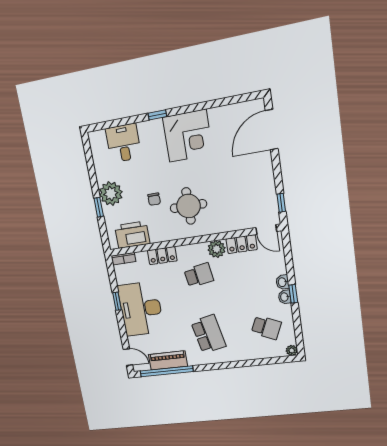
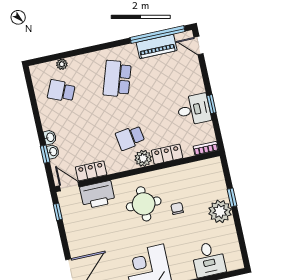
printer: (132, 235) -> (97, 195), moved
plant: (217, 249) -> (143, 158), moved
window: (293, 294) -> (45, 154), moved
washbasin: (285, 297) -> (53, 152), moved
desk: (141, 309) -> (194, 110), width x0.53, depth x0.77
school desk: (208, 334) -> (117, 79), turned 30
plant: (292, 350) -> (62, 64), moved

